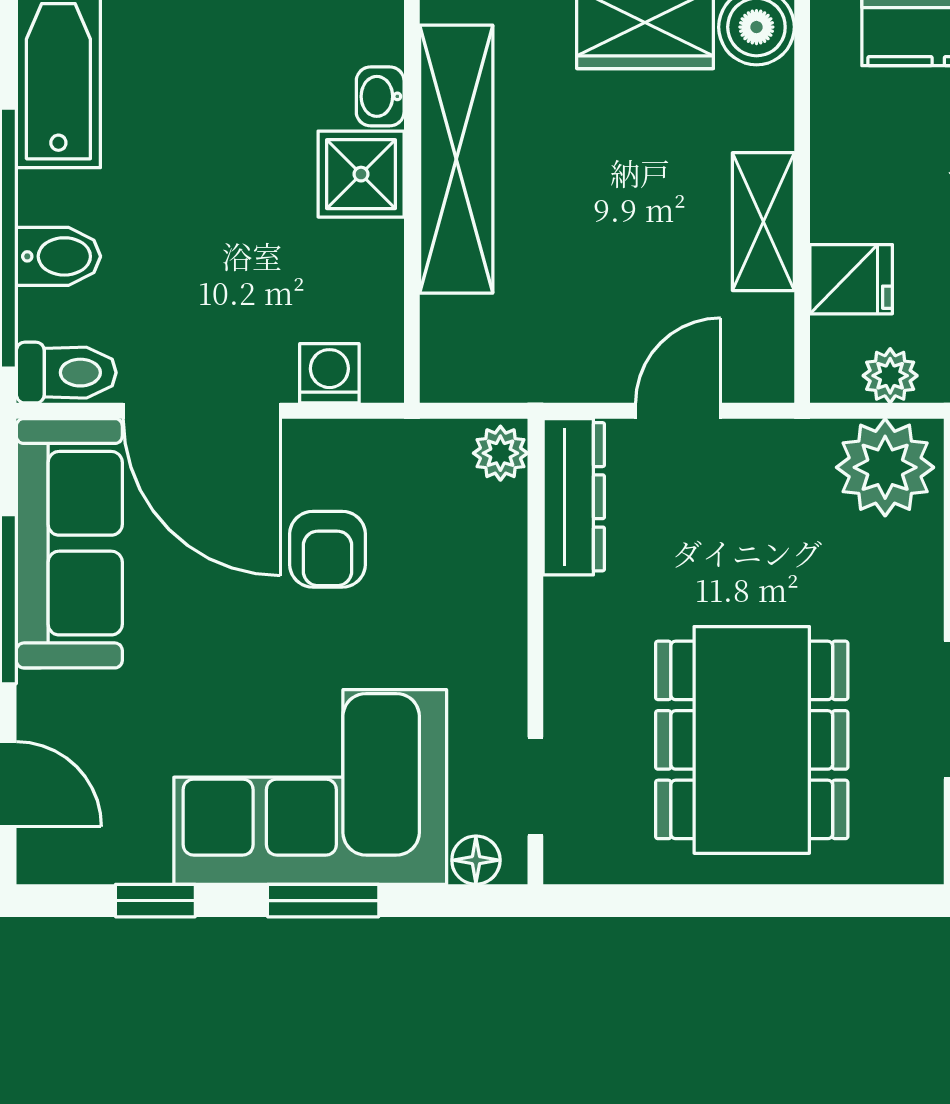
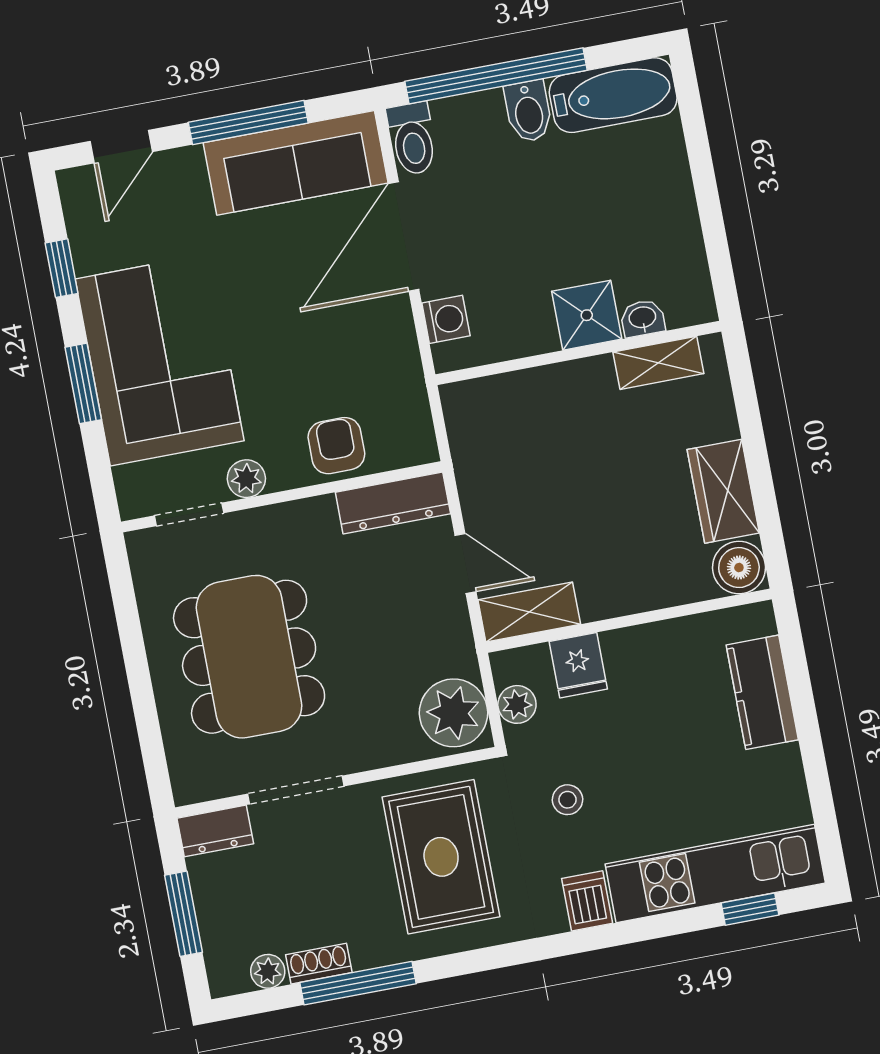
shelving: (456, 159) -> (658, 363), width x0.45, depth x0.75
shelving: (763, 222) -> (529, 612), moved
bidet: (58, 256) -> (528, 111), moved
plant: (500, 453) -> (246, 479), moved
armchair: (328, 549) -> (336, 446), moved, turned 90
dining table: (752, 740) -> (249, 657), turned 90
floor lamp: (476, 860) -> (131, 483), removed

